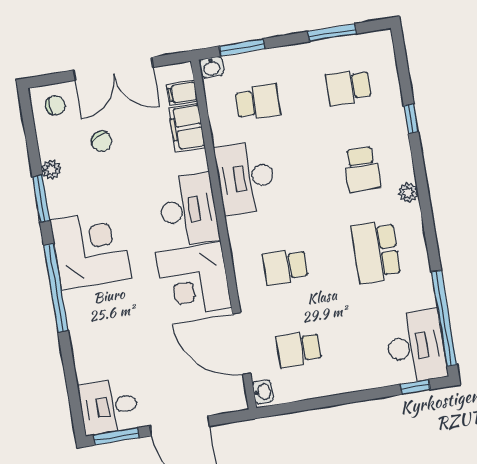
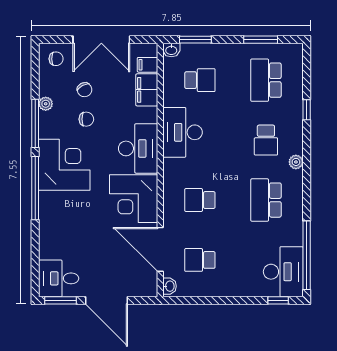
school desk: (348, 87) -> (266, 80), width x1.85
chair: (111, 181) -> (86, 119), added
window: (41, 199) -> (35, 123), width x1.44

